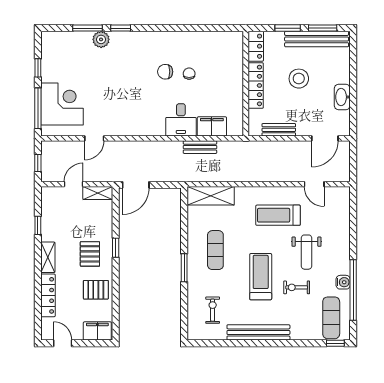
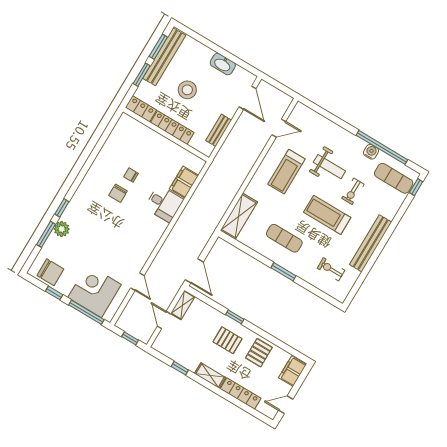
chair: (55, 53) -> (50, 272), added
bench: (200, 147) -> (195, 201), removed

